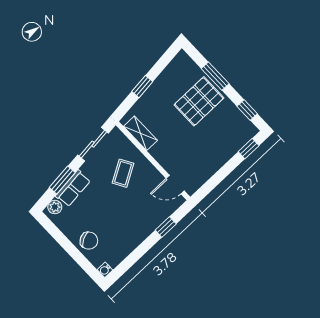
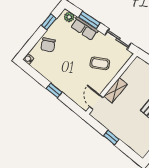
shelving: (141, 133) -> (116, 90), moved
window: (249, 149) -> (111, 137), moved
window: (166, 227) -> (54, 90), moved
window: (58, 235) -> (49, 22), added

